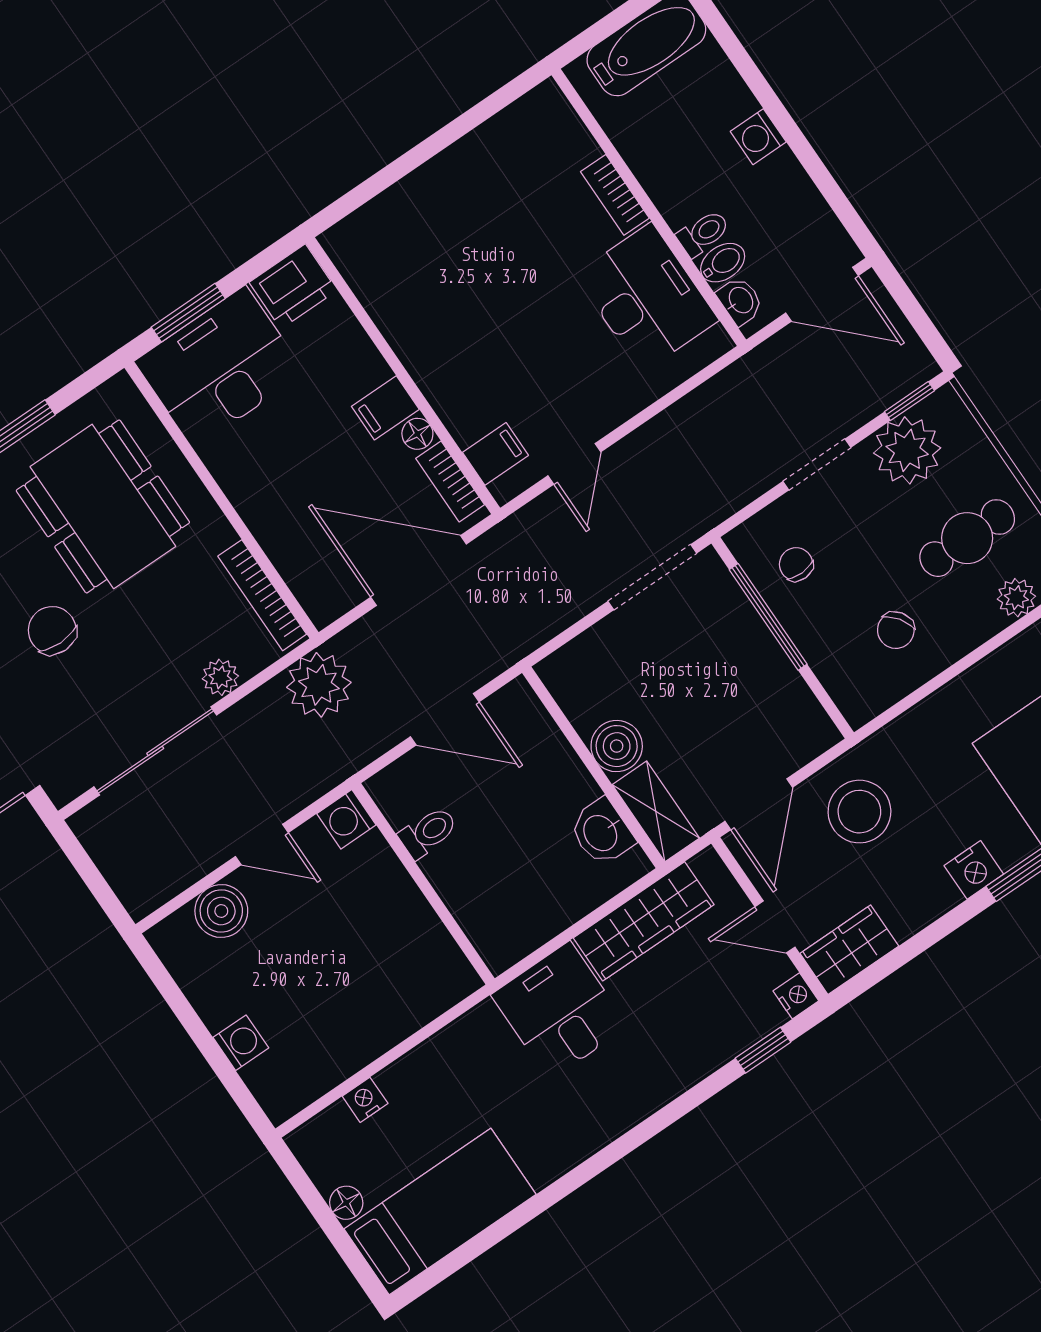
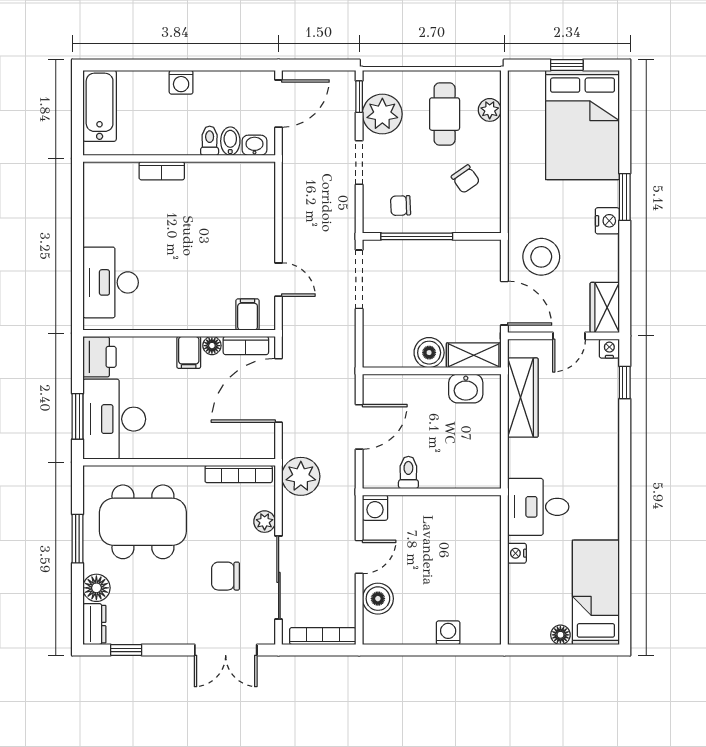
desk: (647, 297) -> (111, 282), moved, turned -90
chair: (52, 630) -> (225, 576), moved
bookcase: (115, 870) -> (323, 636), added
desk: (560, 1011) -> (538, 507), moved
nightstand: (365, 1100) -> (517, 553), moved

